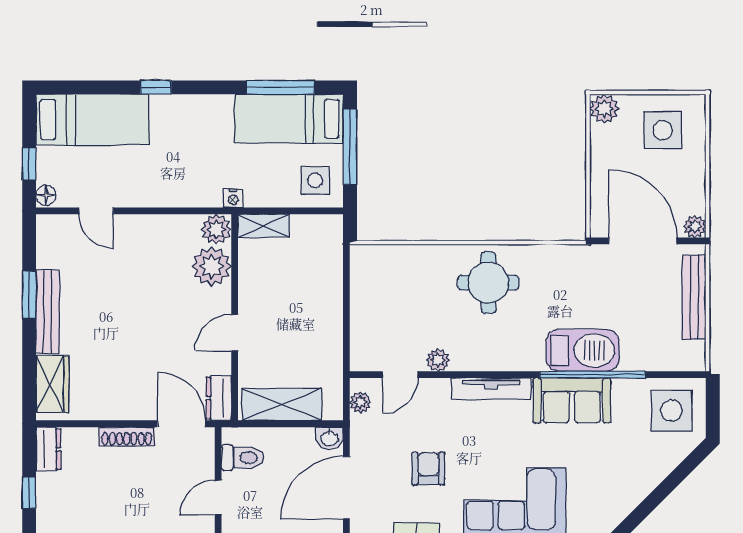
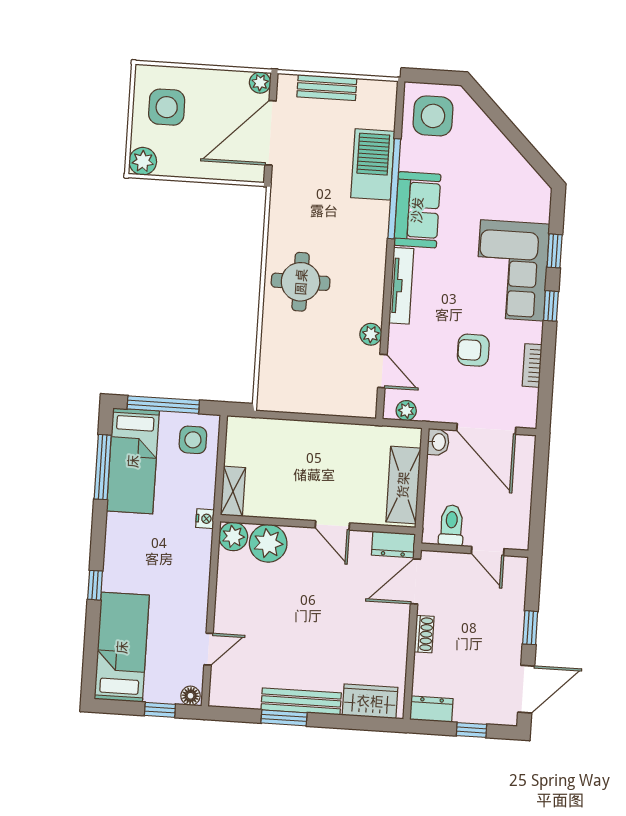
bench: (694, 297) -> (327, 88), width x0.73
barbecue: (583, 350) -> (373, 164), moved
shoe rack: (127, 436) -> (424, 634), width x0.70

